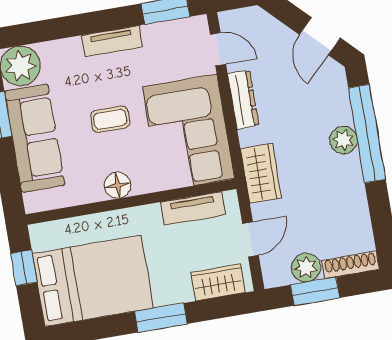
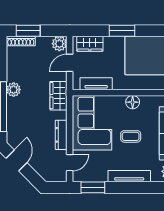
tv unit: (112, 41) -> (129, 176), width x1.41
door: (218, 49) -> (70, 163), swing flipped
plant: (343, 140) -> (14, 90), moved
plant: (306, 267) -> (59, 44), moved
window: (315, 291) -> (28, 31), moved

